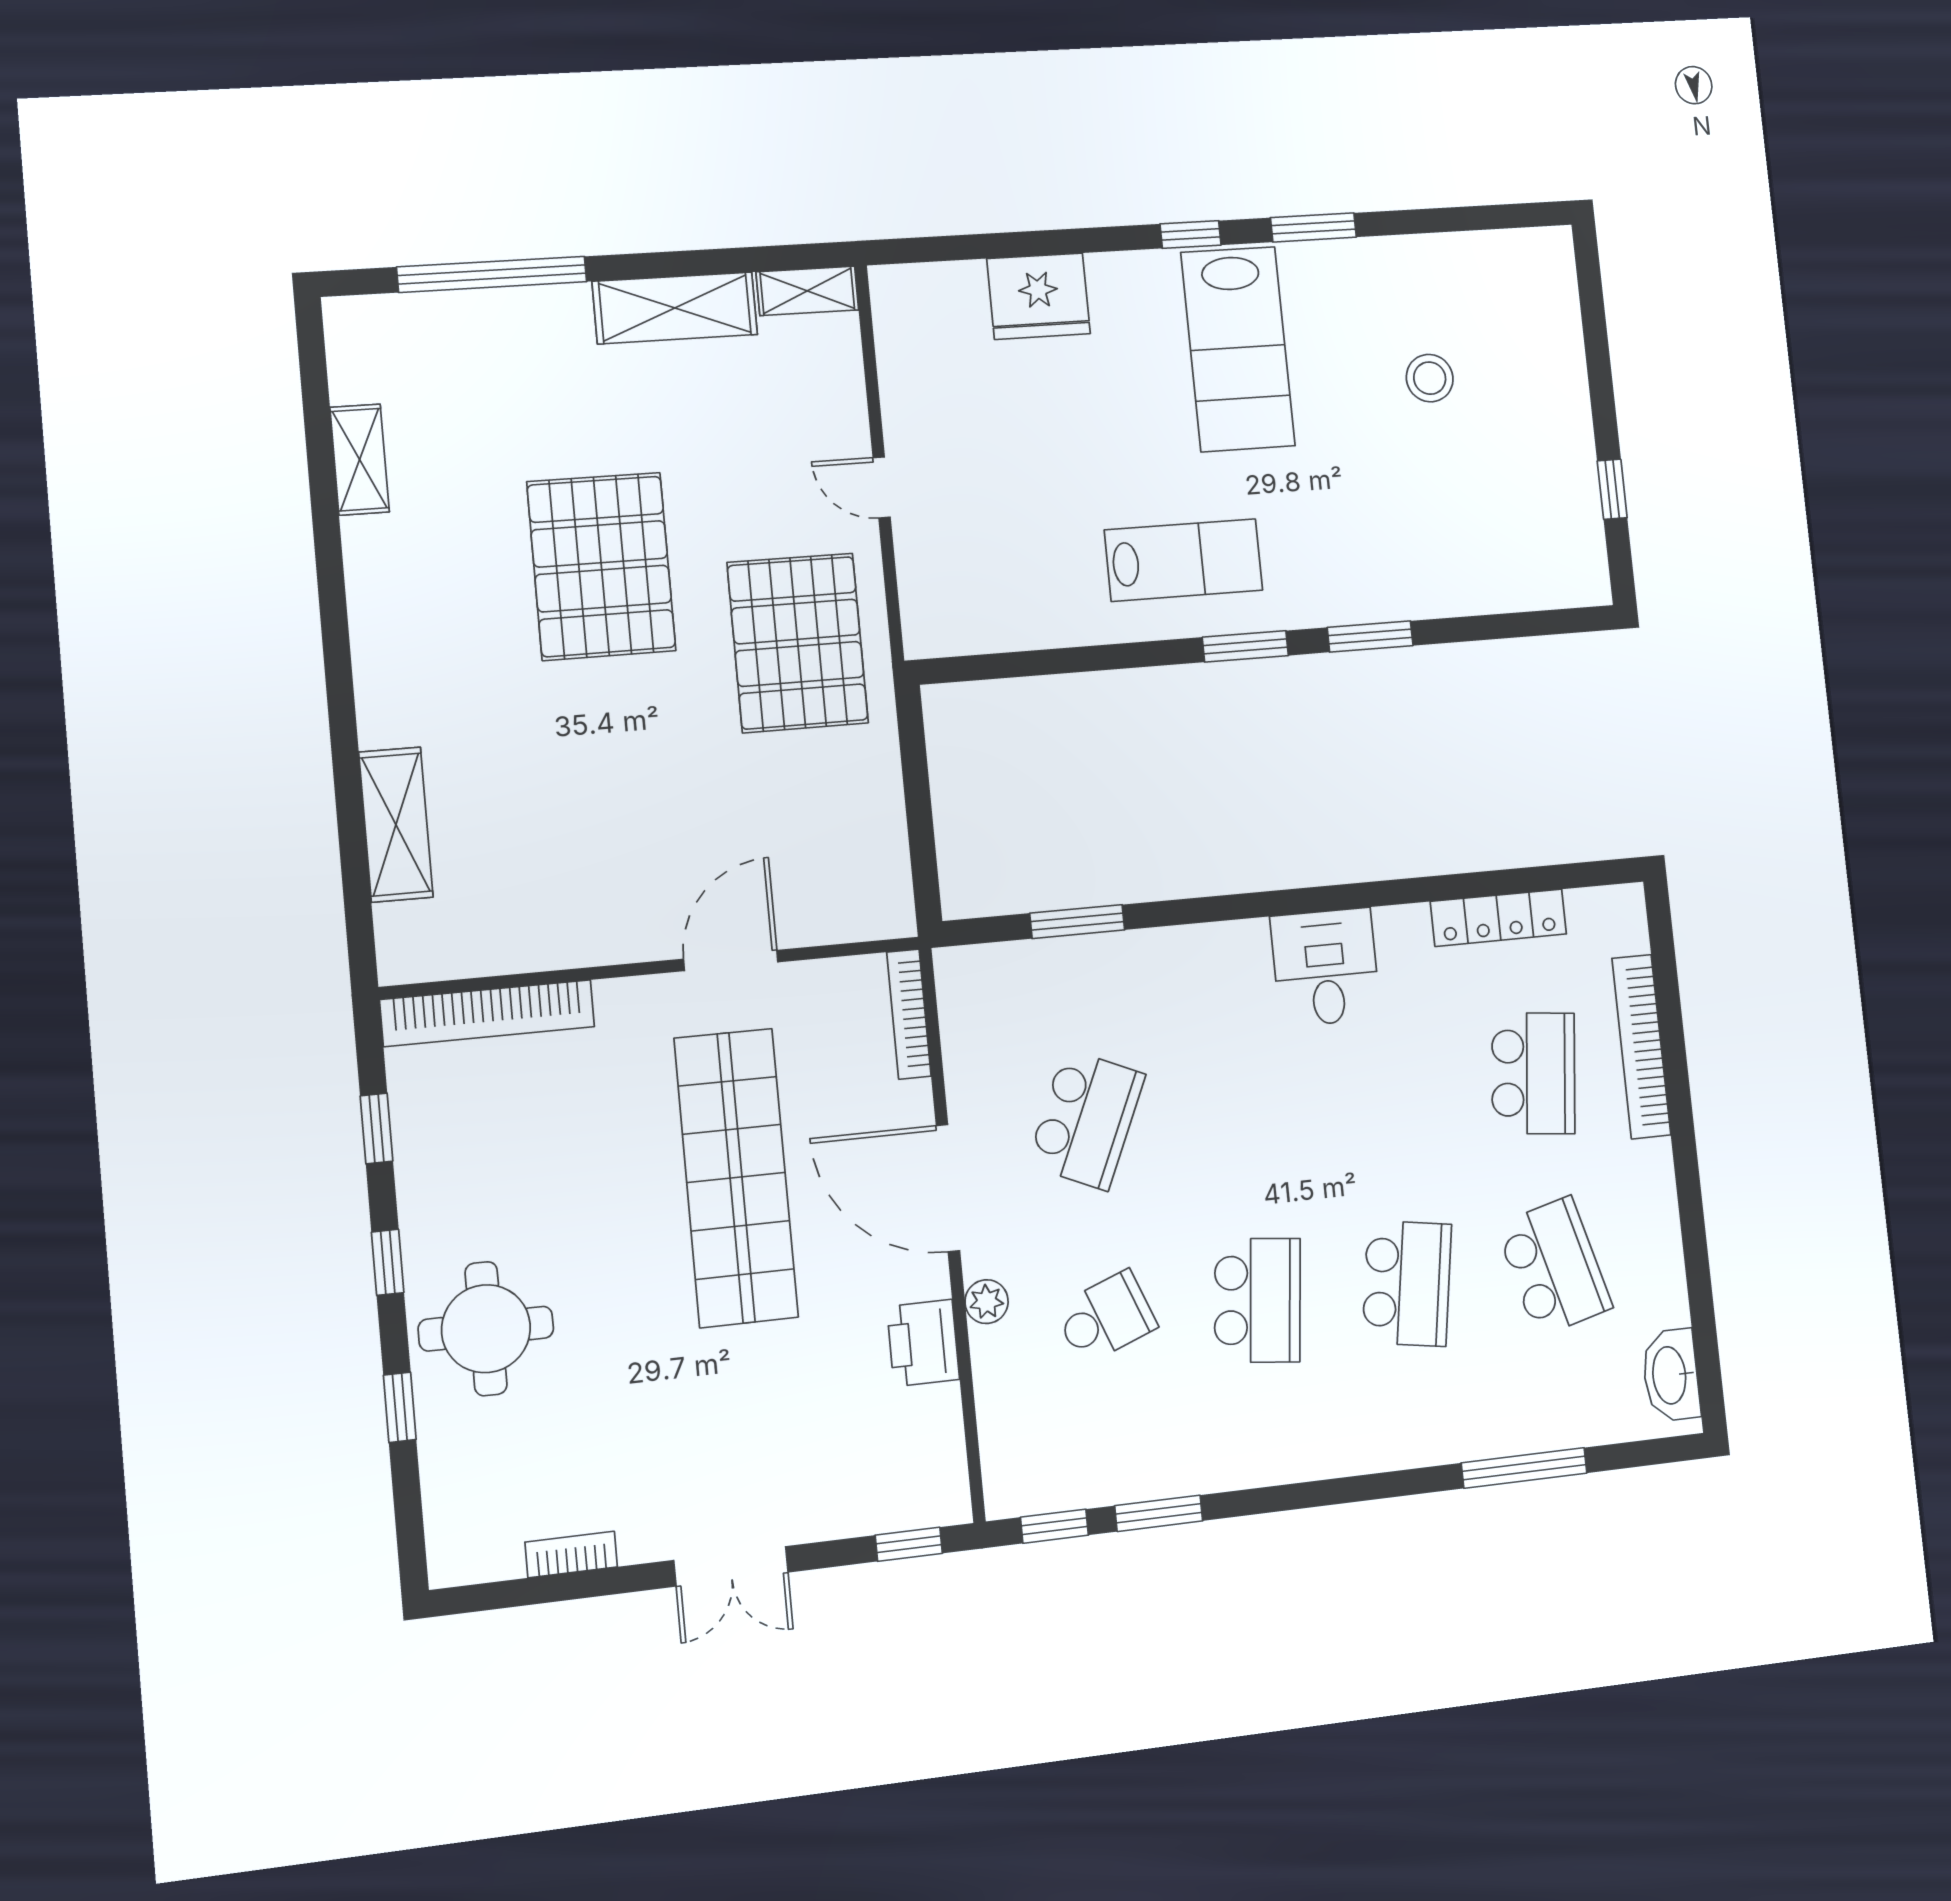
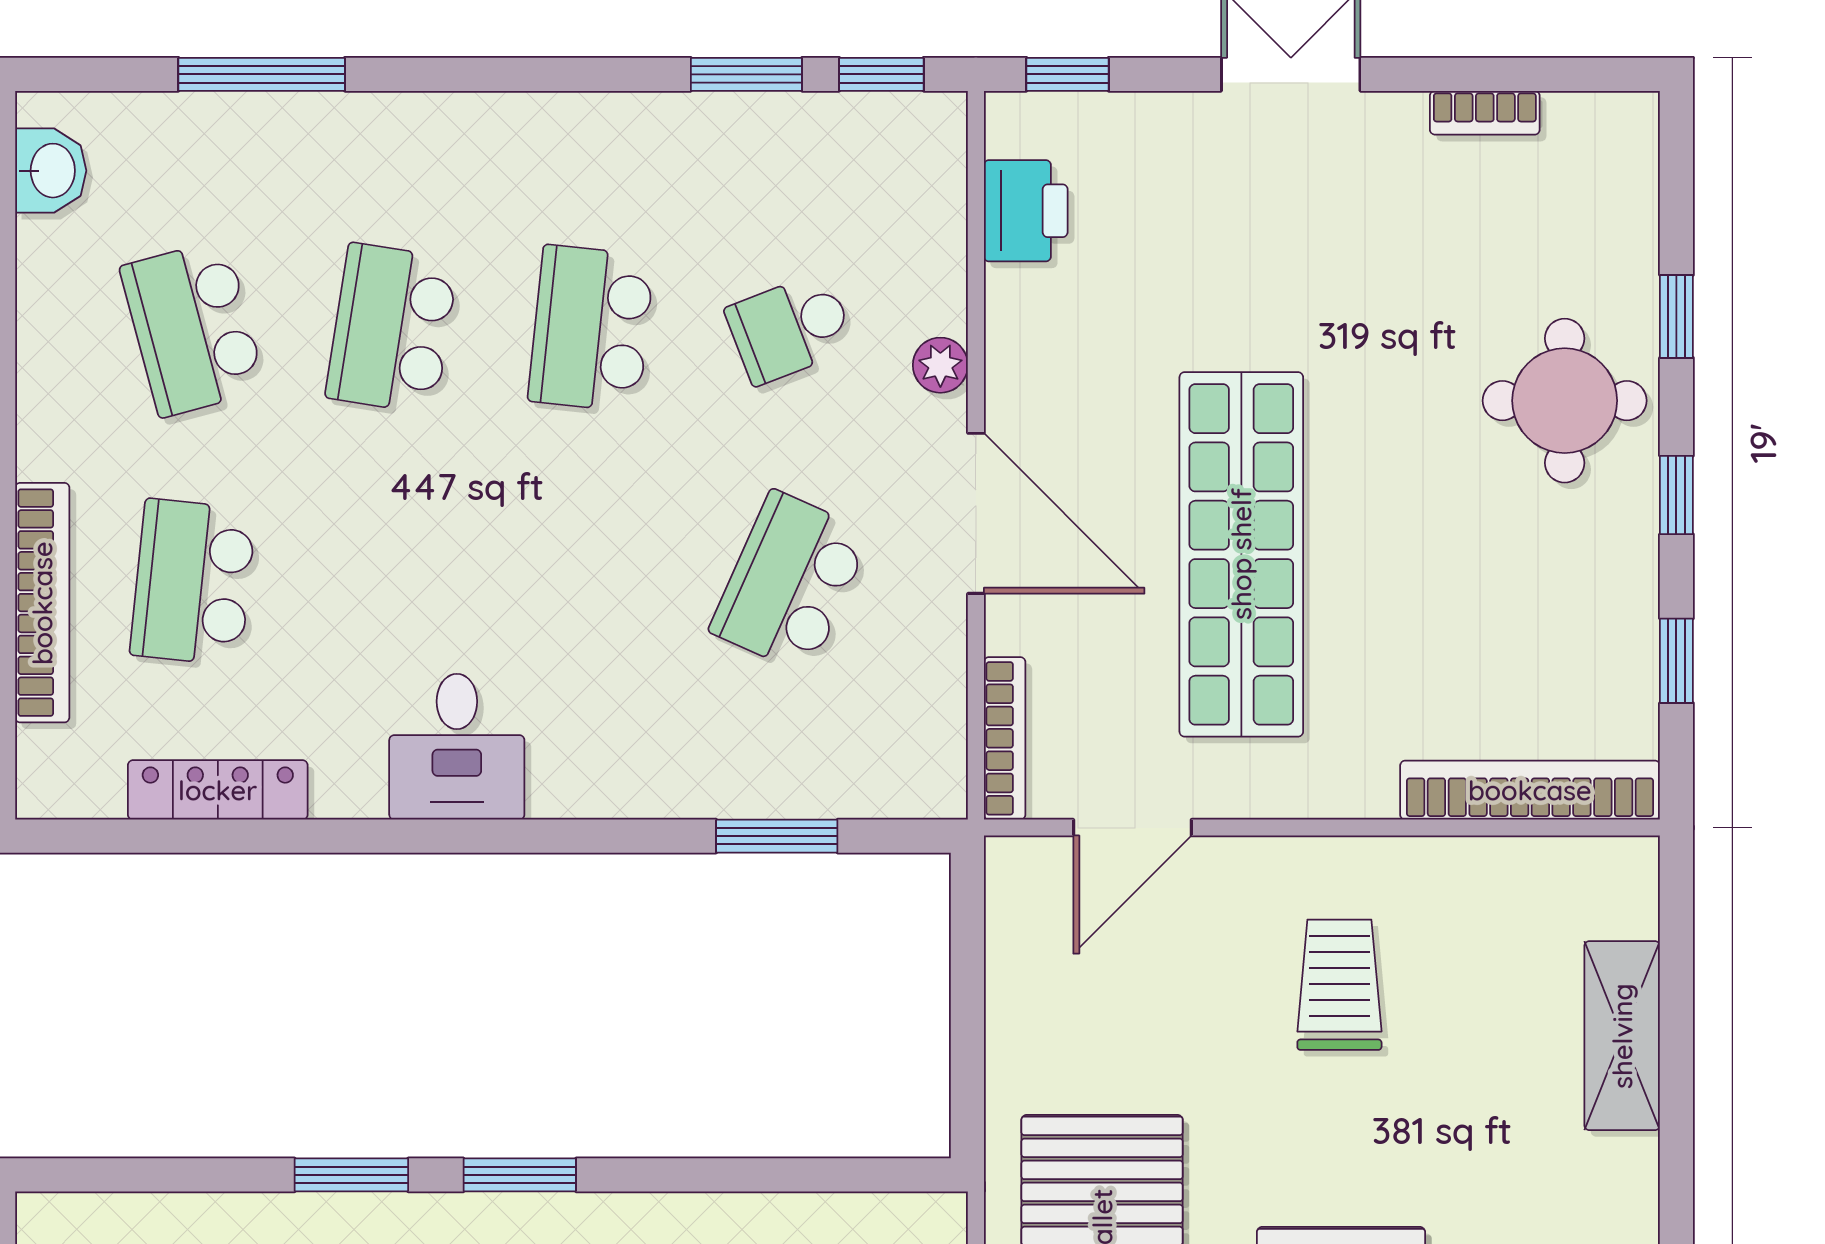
trolley: (627, 845) -> (1339, 985), added
door: (731, 960) -> (1132, 828), moved
printer: (923, 1343) -> (1026, 211), moved
washbasin: (1671, 1375) -> (51, 171), width x0.72

